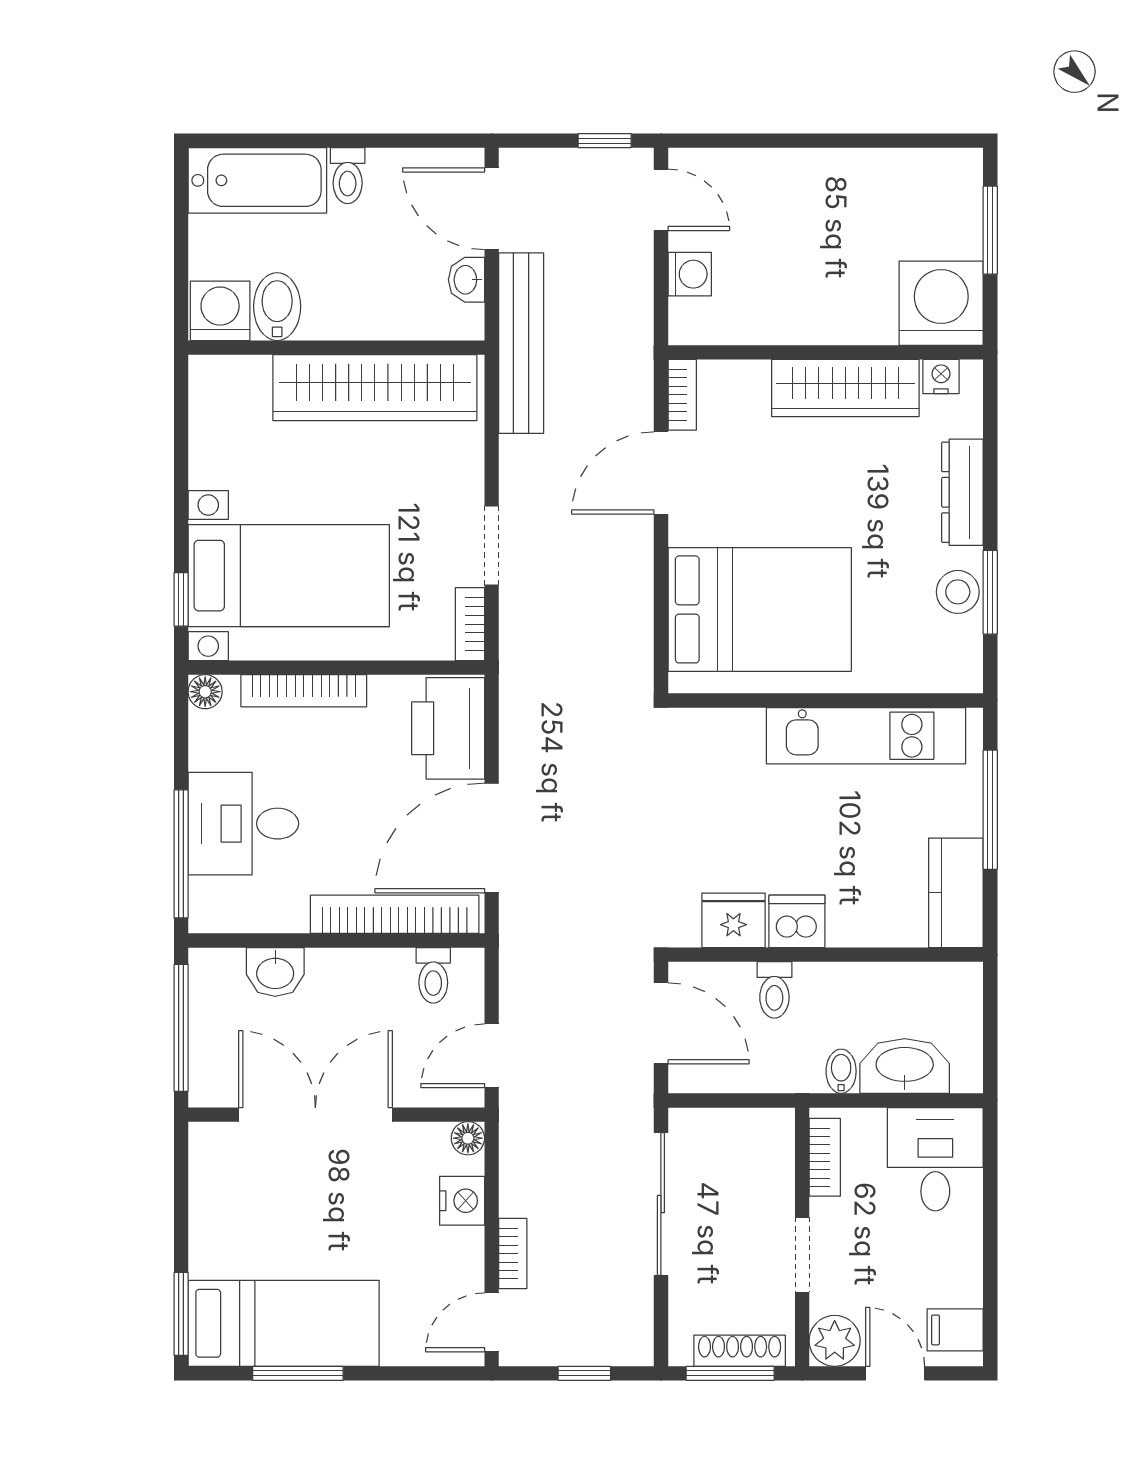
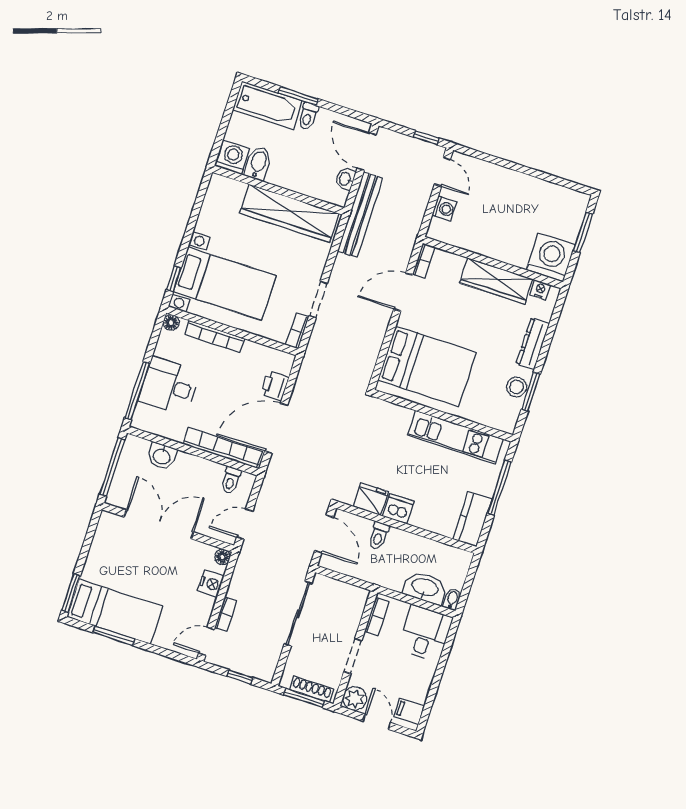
window: (314, 141) -> (298, 96), added
printer: (448, 728) -> (275, 386), width x0.53, depth x0.68
bidet: (841, 1071) -> (452, 599), moved

